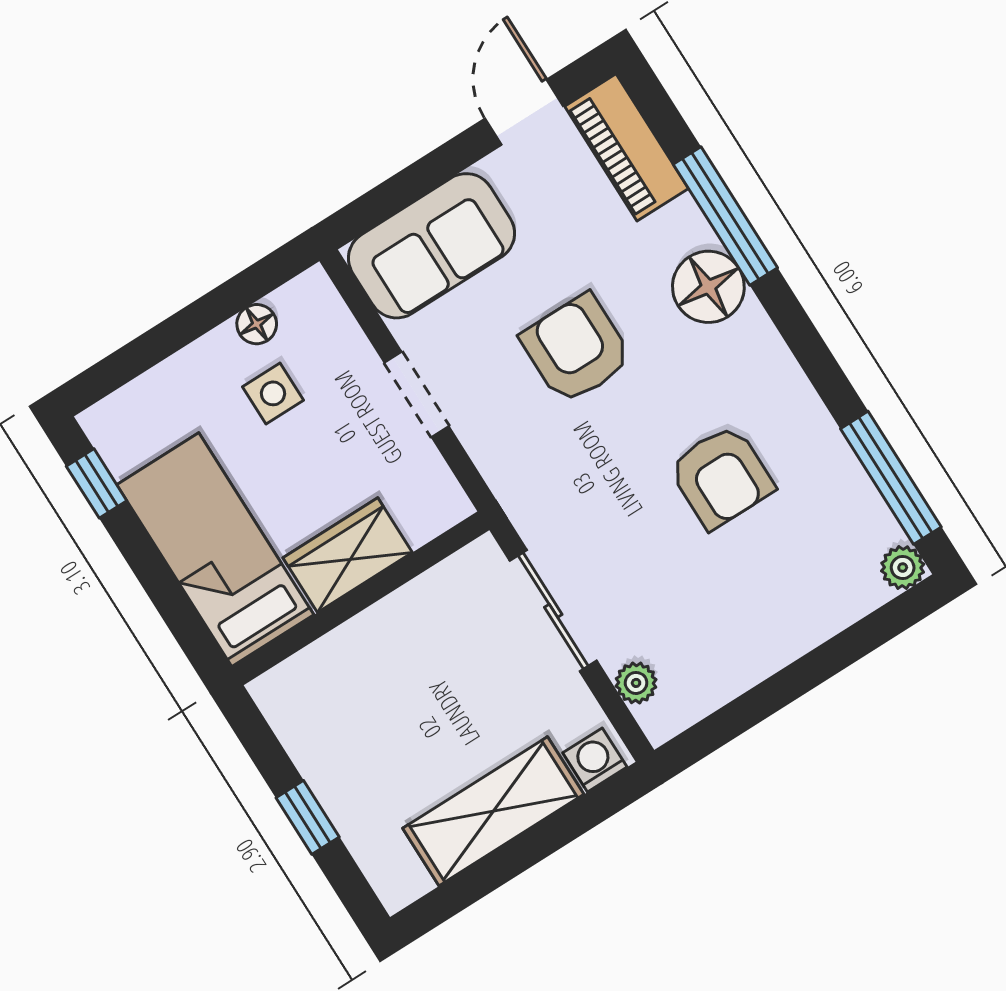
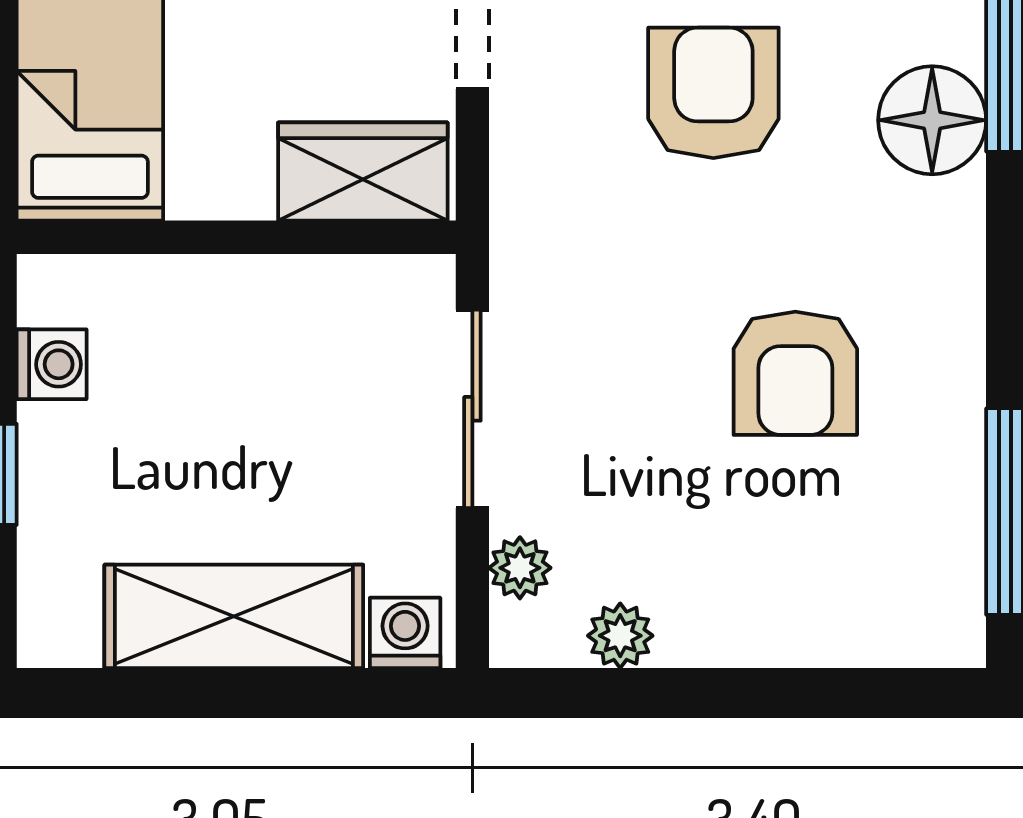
wardrobe: (348, 555) -> (363, 172), moved
plant: (903, 568) -> (620, 636), moved
washing machine: (302, 735) -> (52, 364), added

